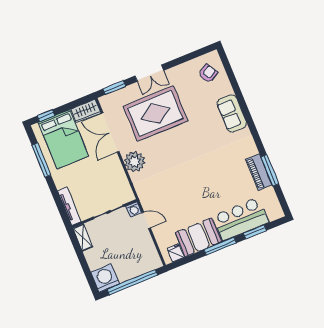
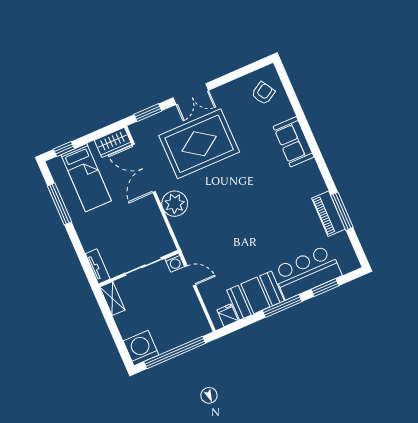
bed: (63, 139) -> (86, 178), width x0.67
tv unit: (69, 206) -> (98, 266), width x0.71

